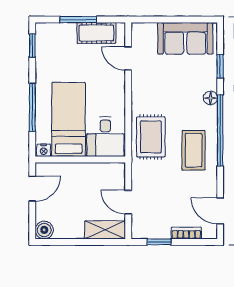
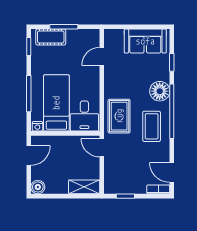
cot: (96, 33) -> (51, 37), moved
door: (128, 58) -> (102, 56), hinge flipped
floor lamp: (210, 98) -> (160, 91), width x1.89, depth x1.89
door: (128, 202) -> (102, 148), moved
bookcase: (186, 233) -> (158, 189), moved

